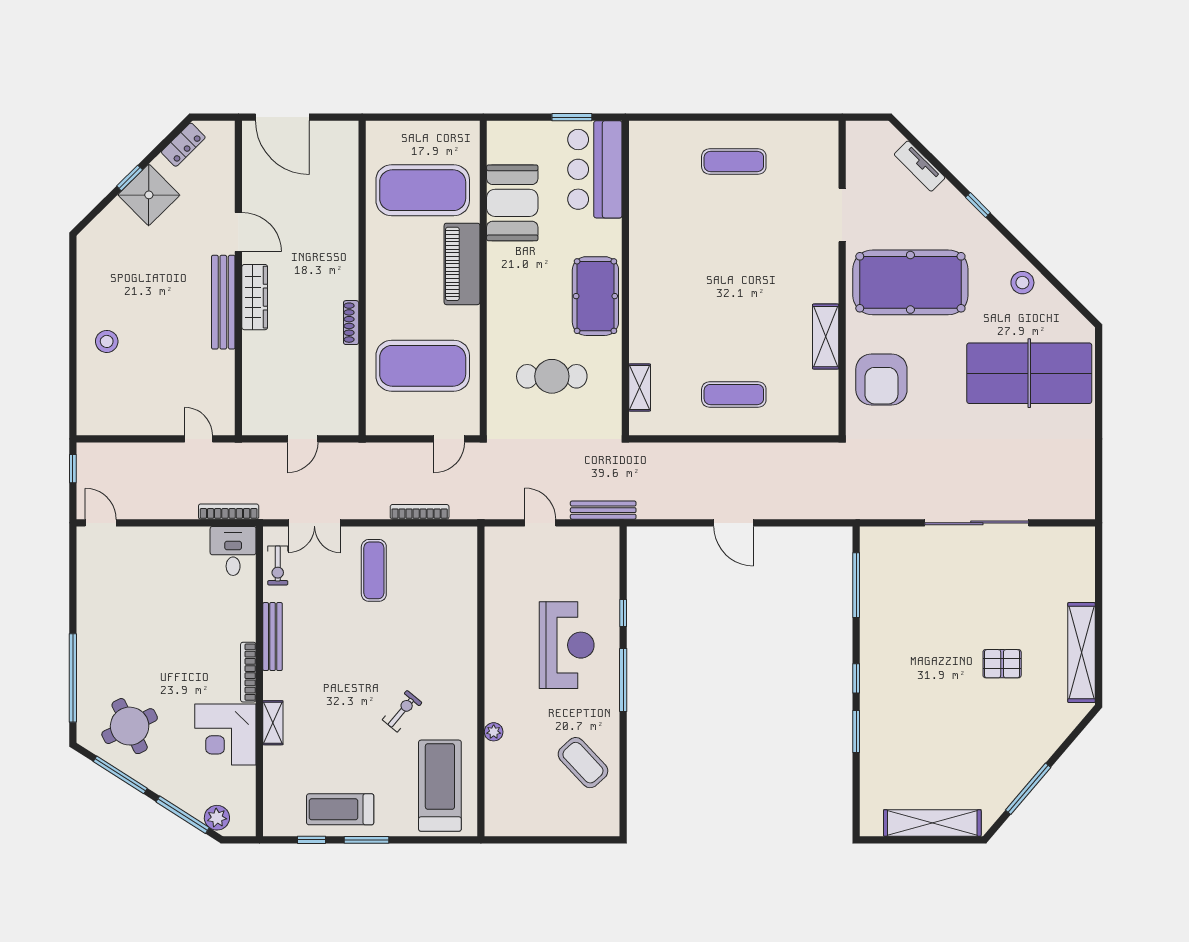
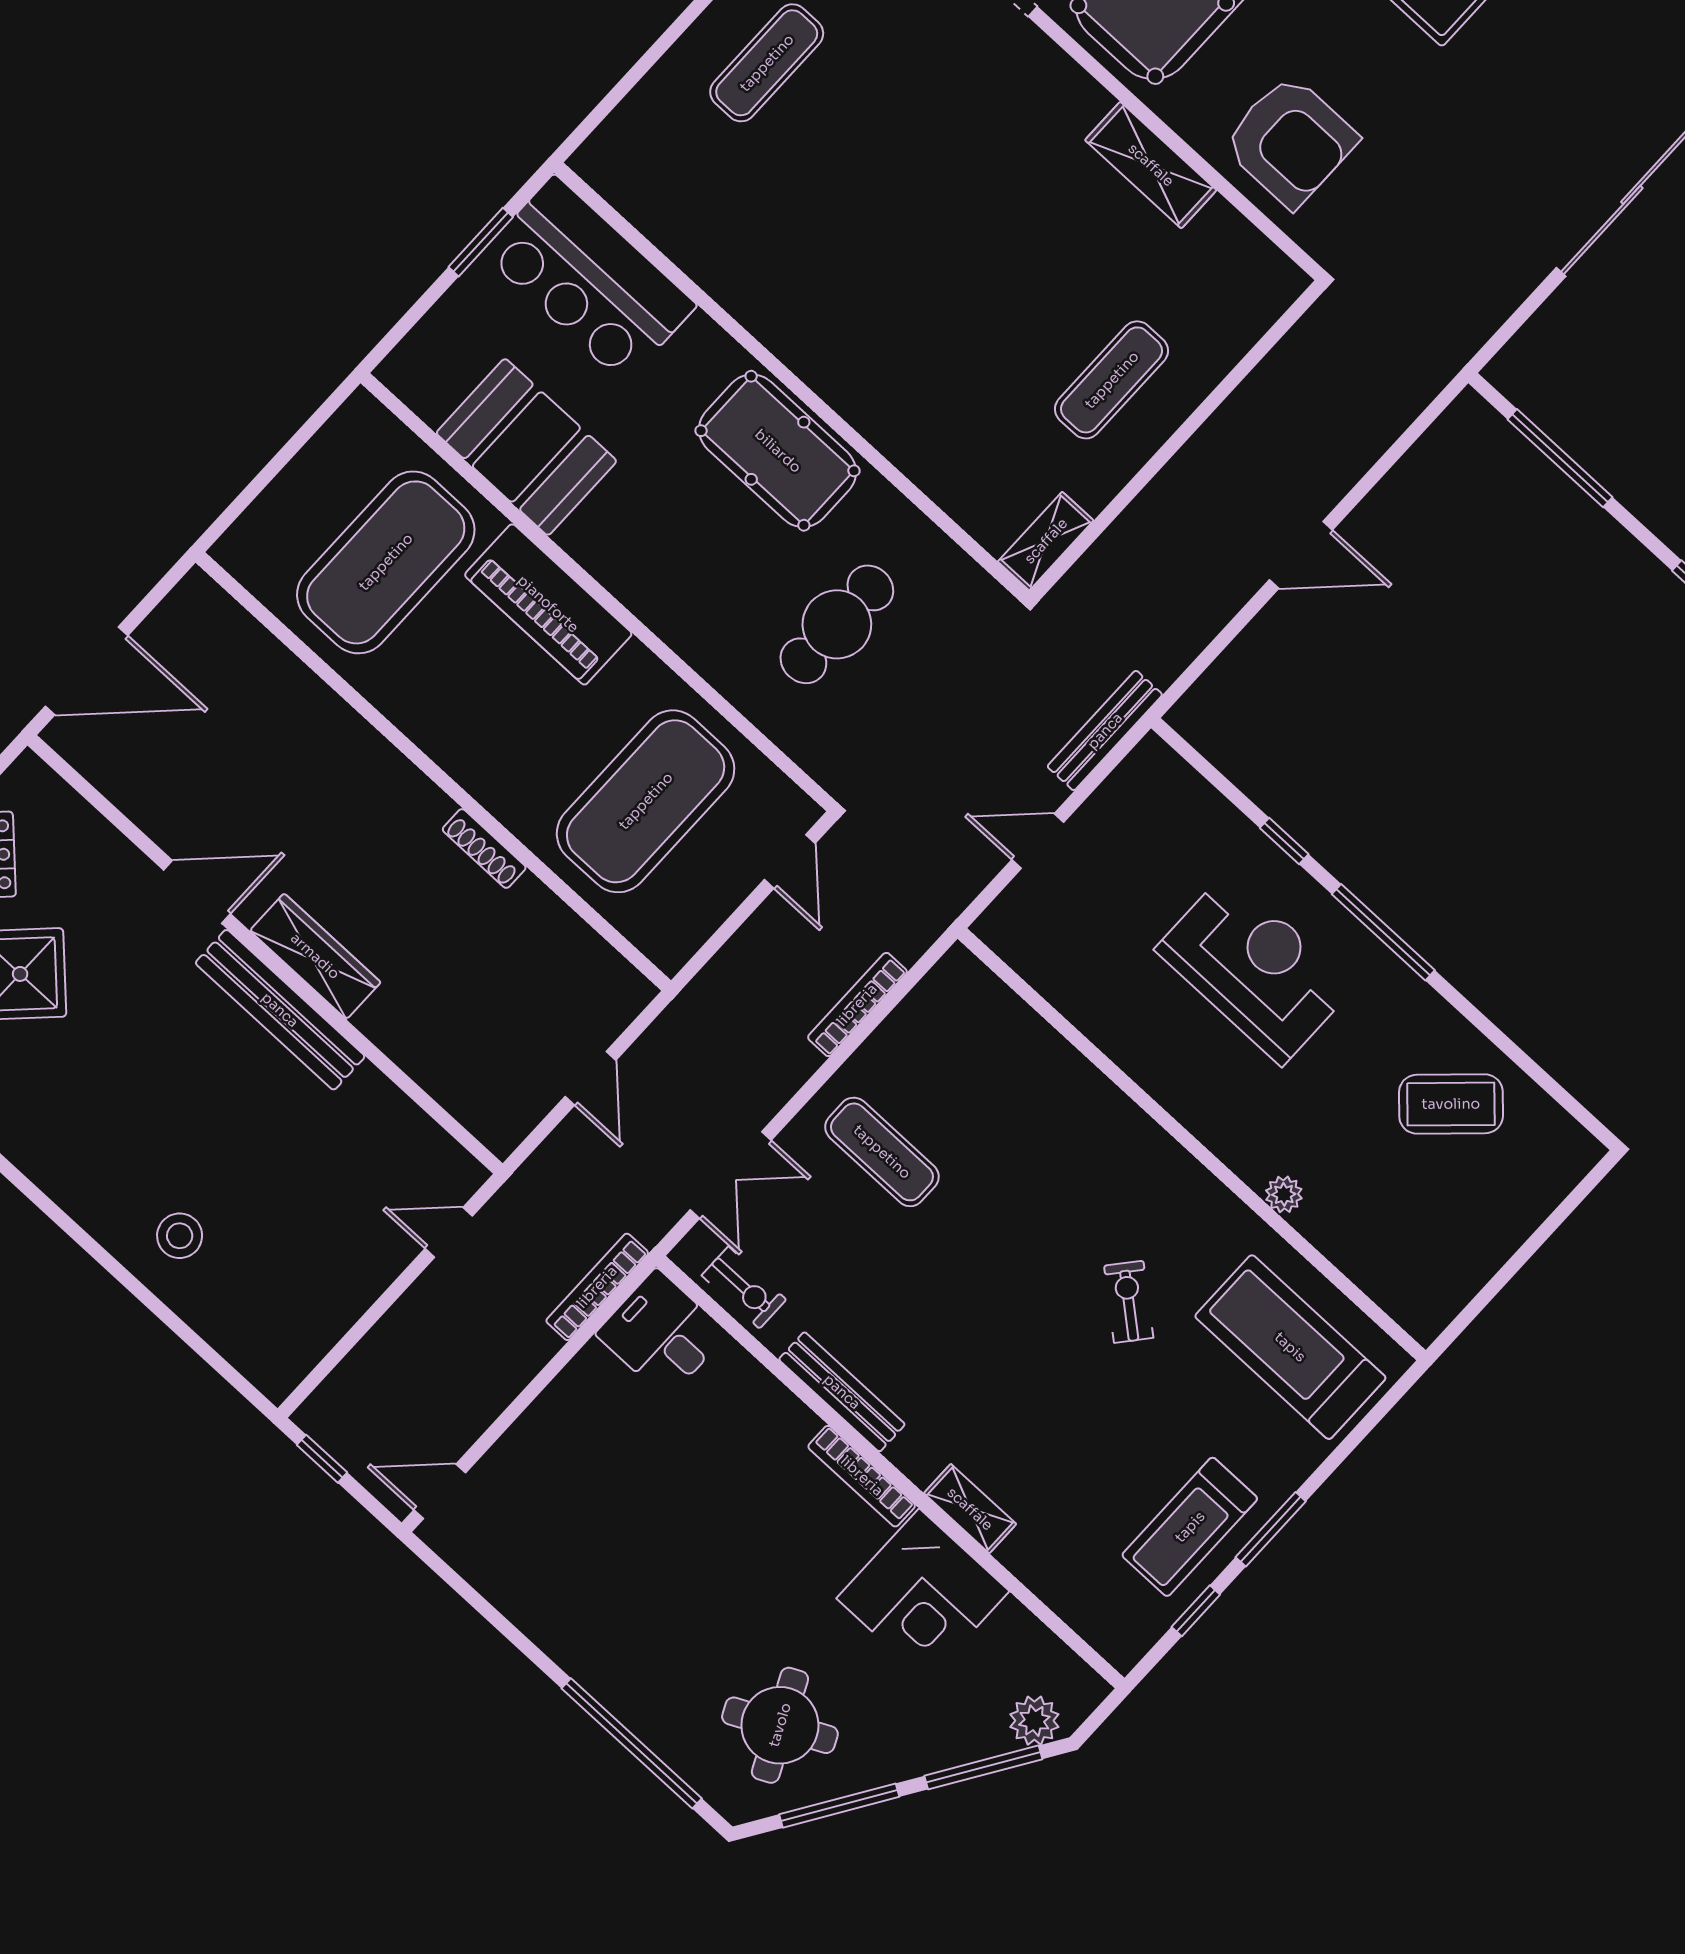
shelving: (640, 387) -> (1046, 541), moved, turned 90

